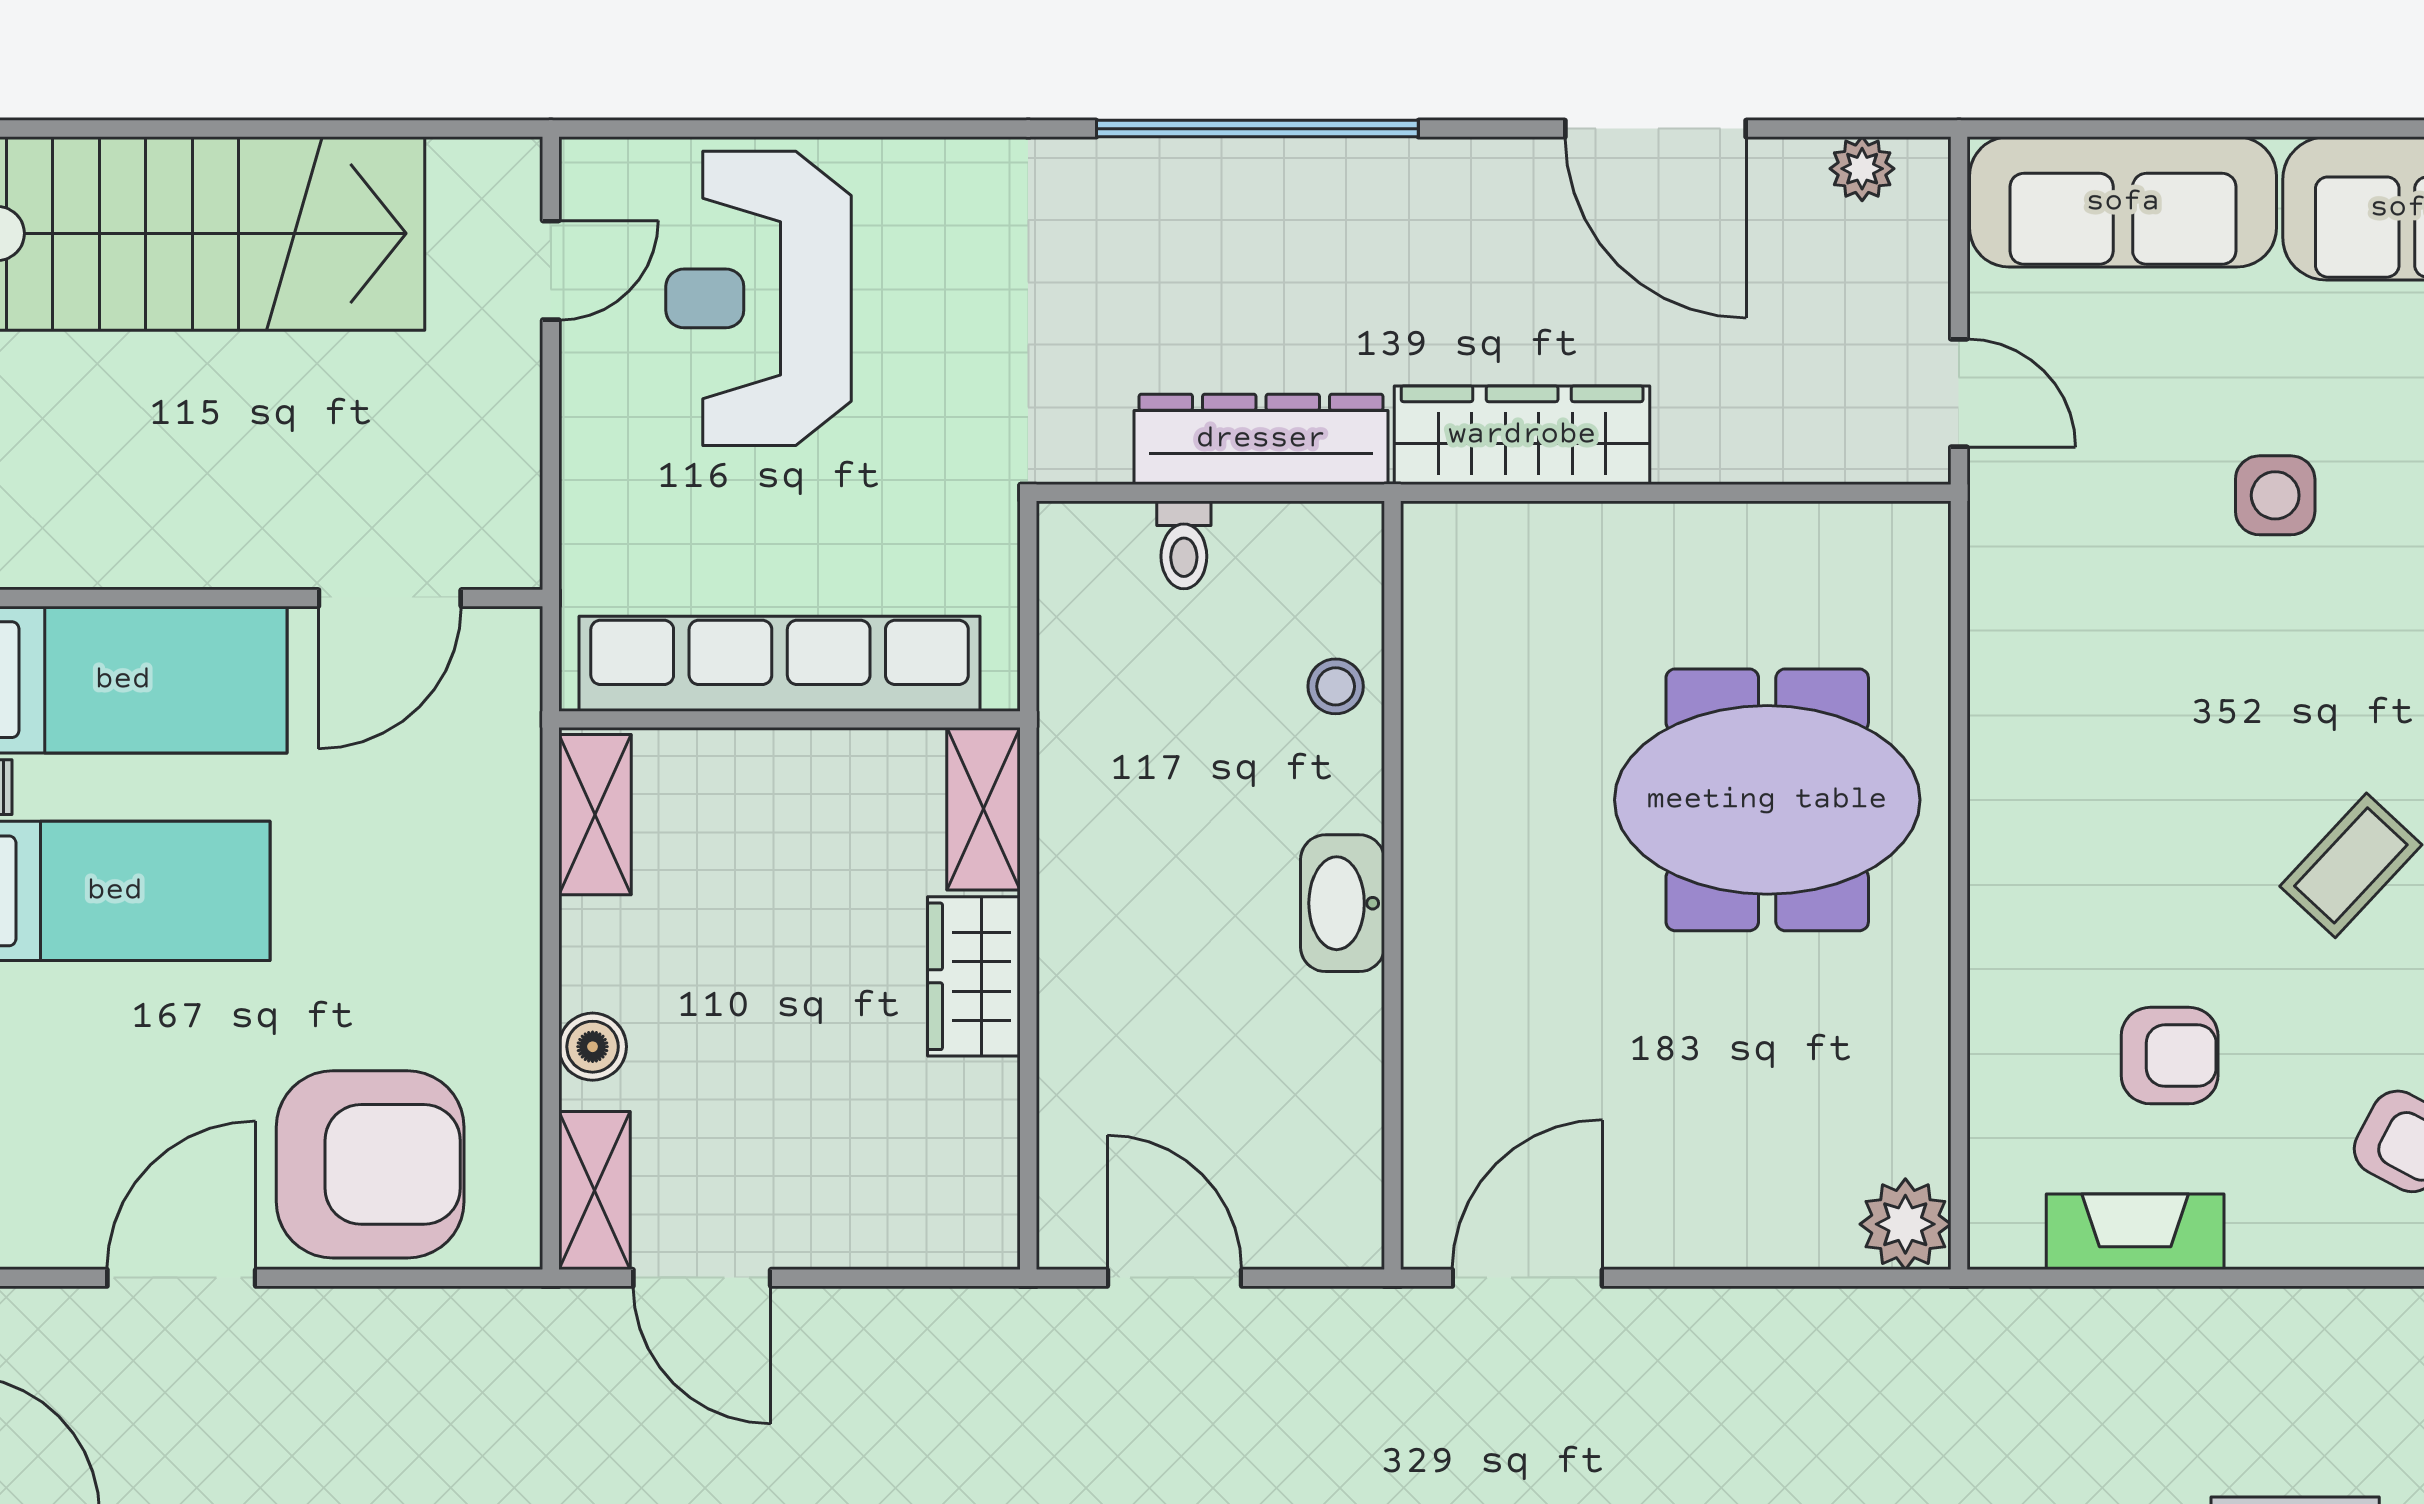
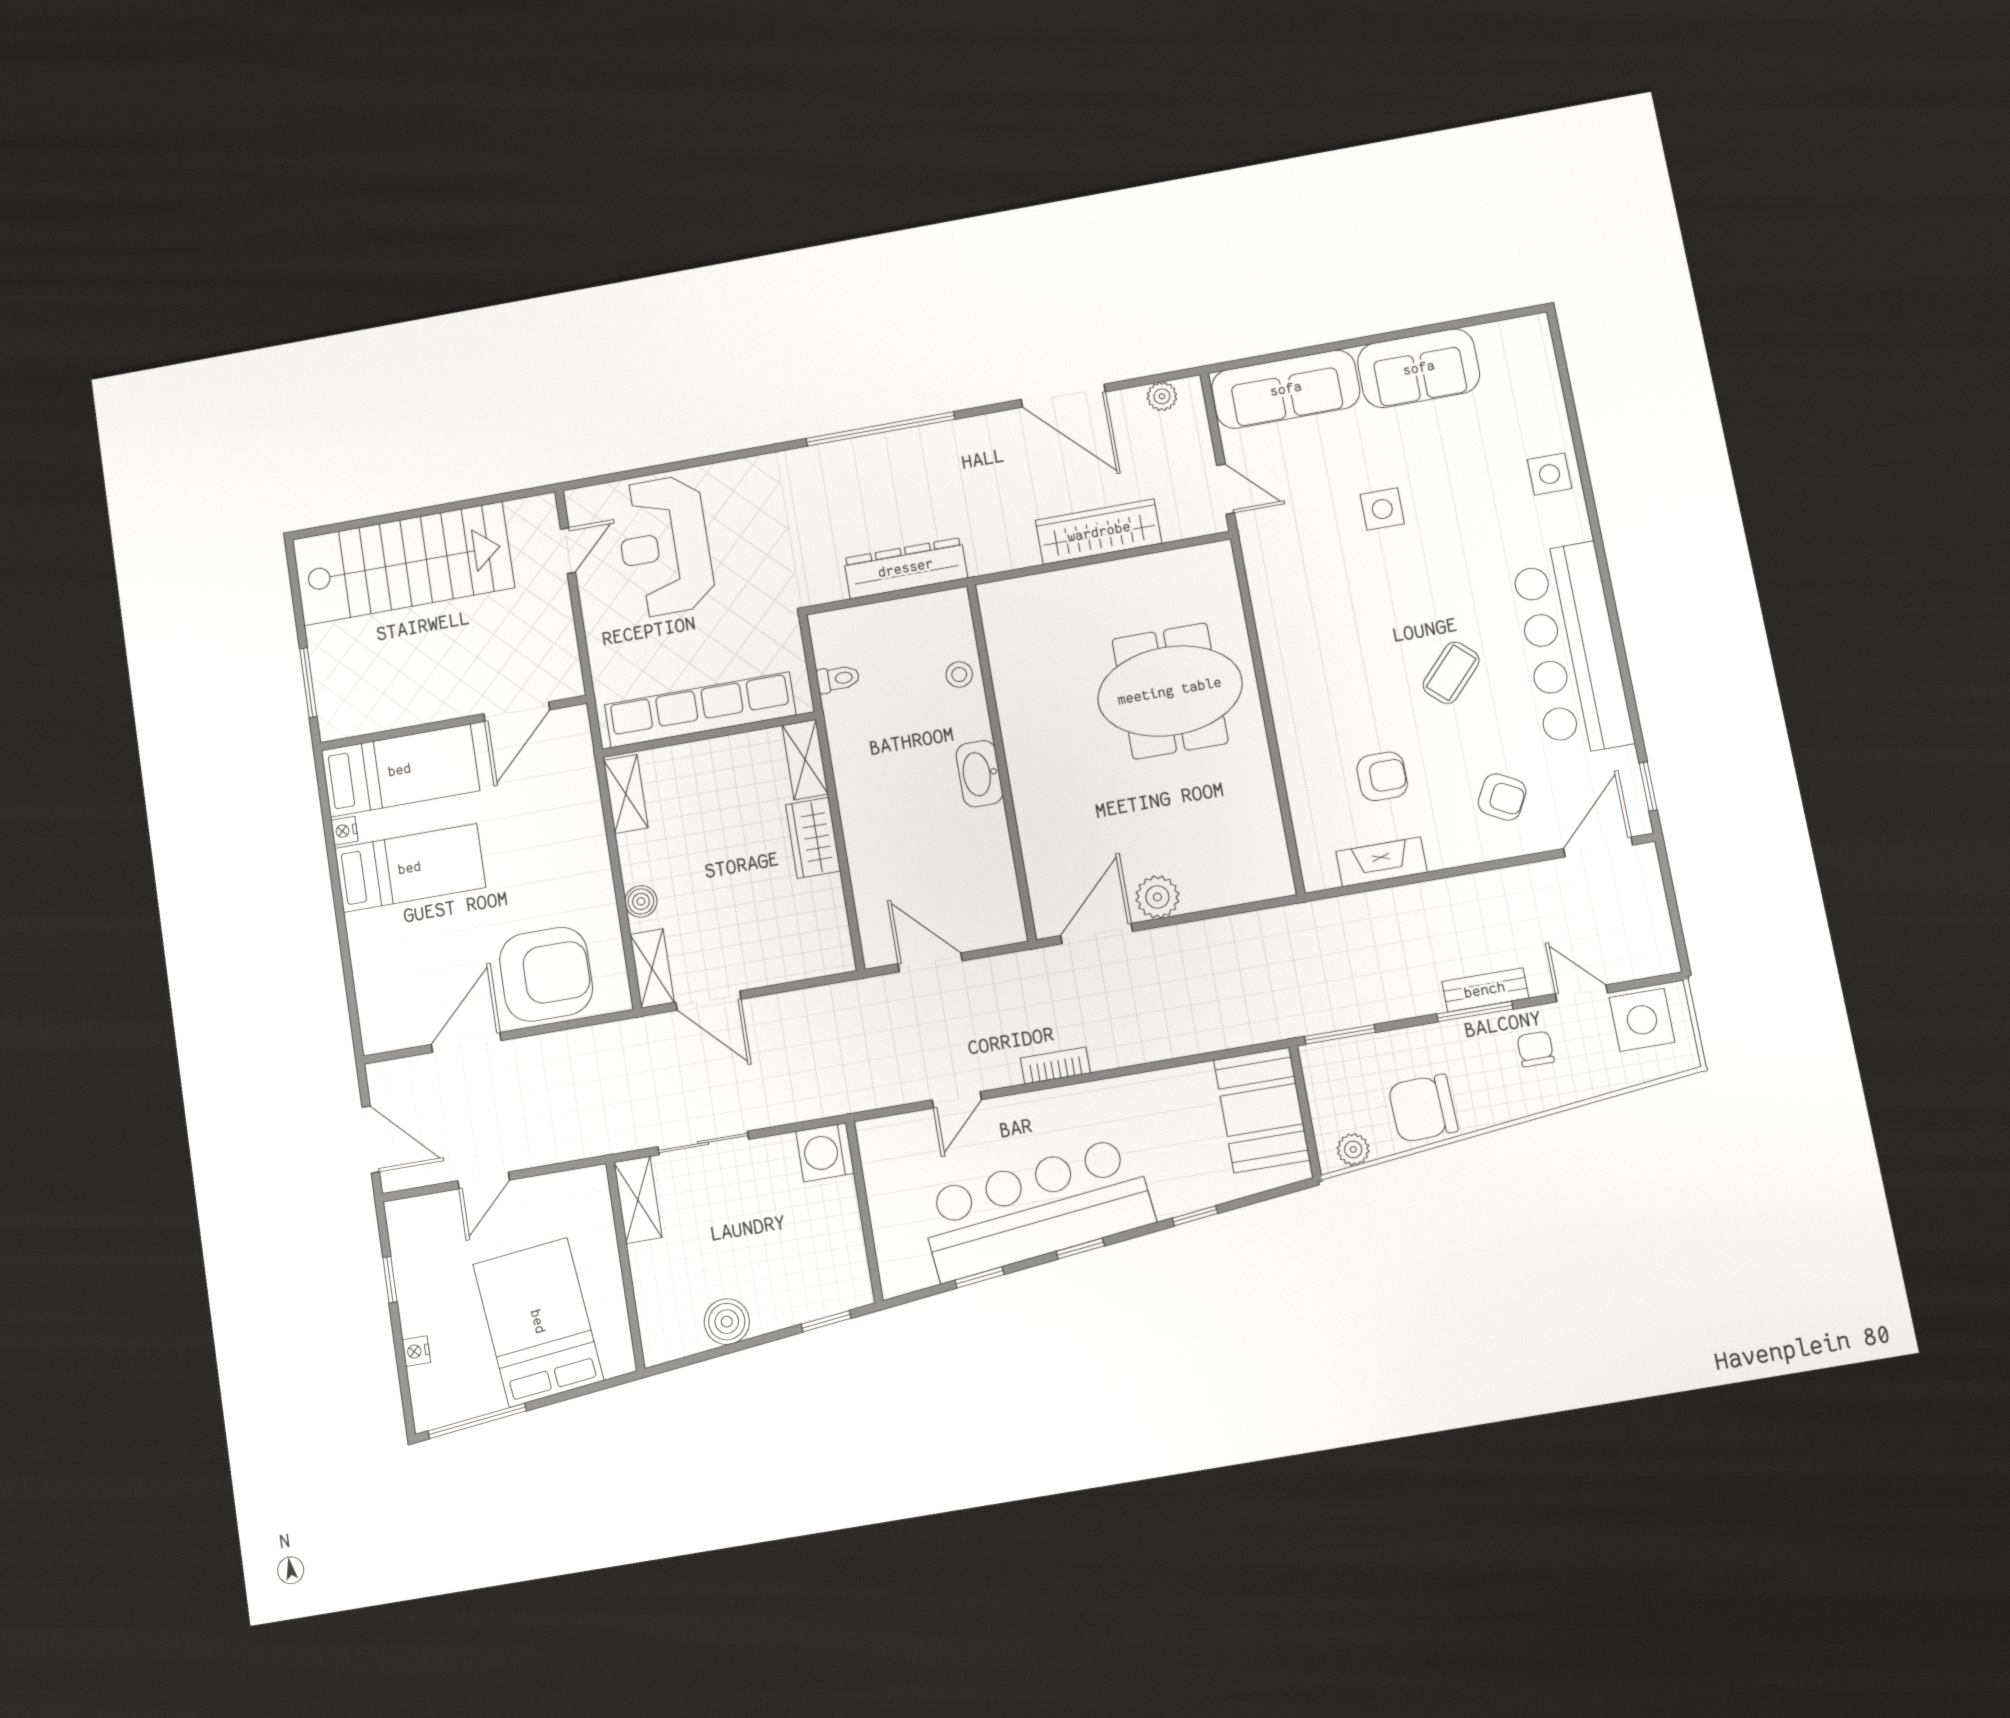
wardrobe: (1522, 435) -> (1099, 532), moved
toilet: (1184, 545) -> (838, 679), moved, turned -90
plant: (1905, 1224) -> (1157, 897), moved

